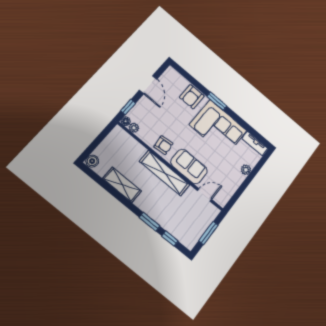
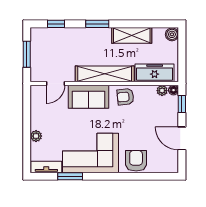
window: (217, 101) -> (70, 176), moved
freezer: (129, 144) -> (155, 73), added
window: (150, 222) -> (97, 24), moved

